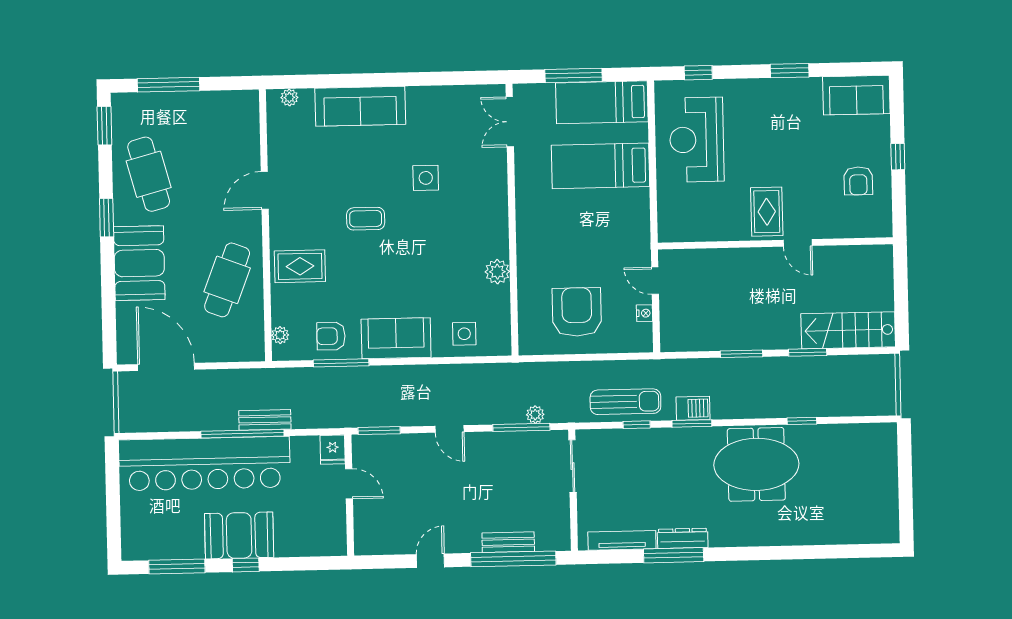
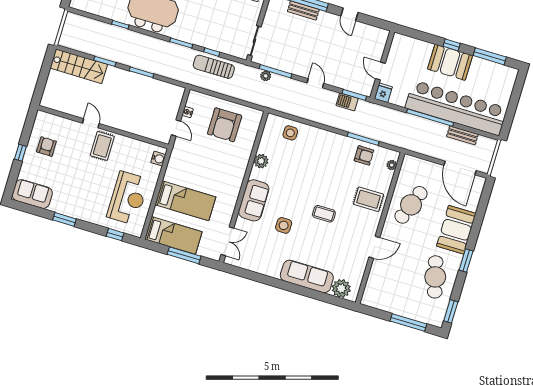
plant: (289, 97) -> (341, 288), width x1.88, depth x1.88
water cooler: (668, 221) -> (158, 159), added
sofa: (396, 338) -> (254, 200), moved, turned -90
barbecue: (693, 408) -> (347, 102), moved
bench: (265, 420) -> (462, 135), moved
door: (430, 561) -> (349, 14), hinge flipped

